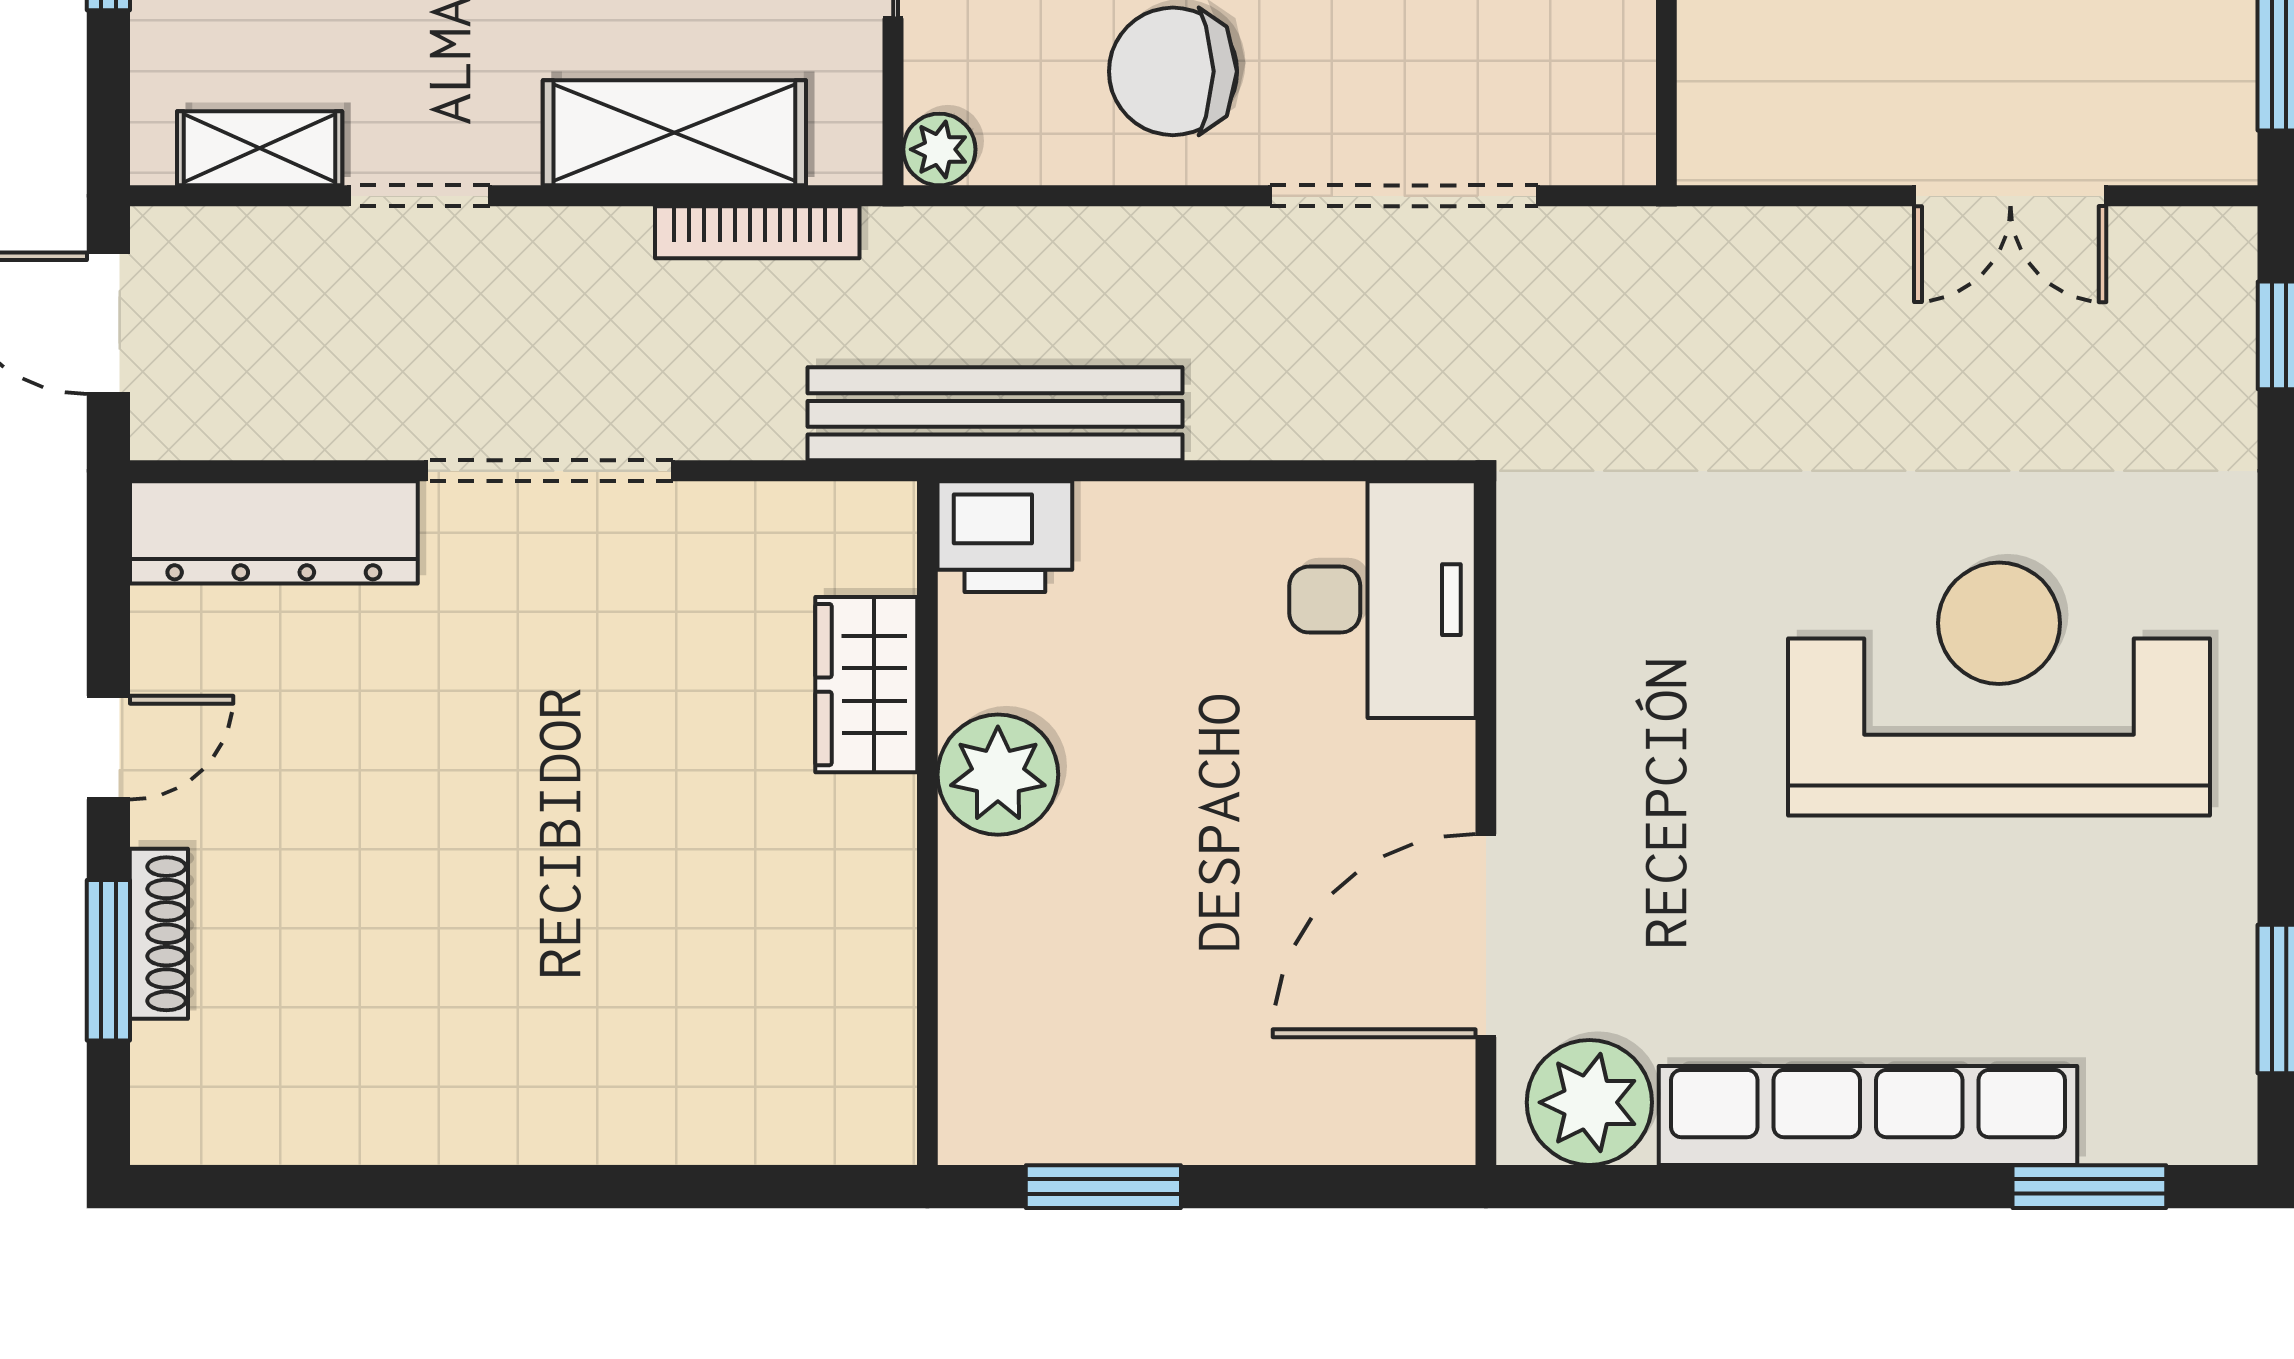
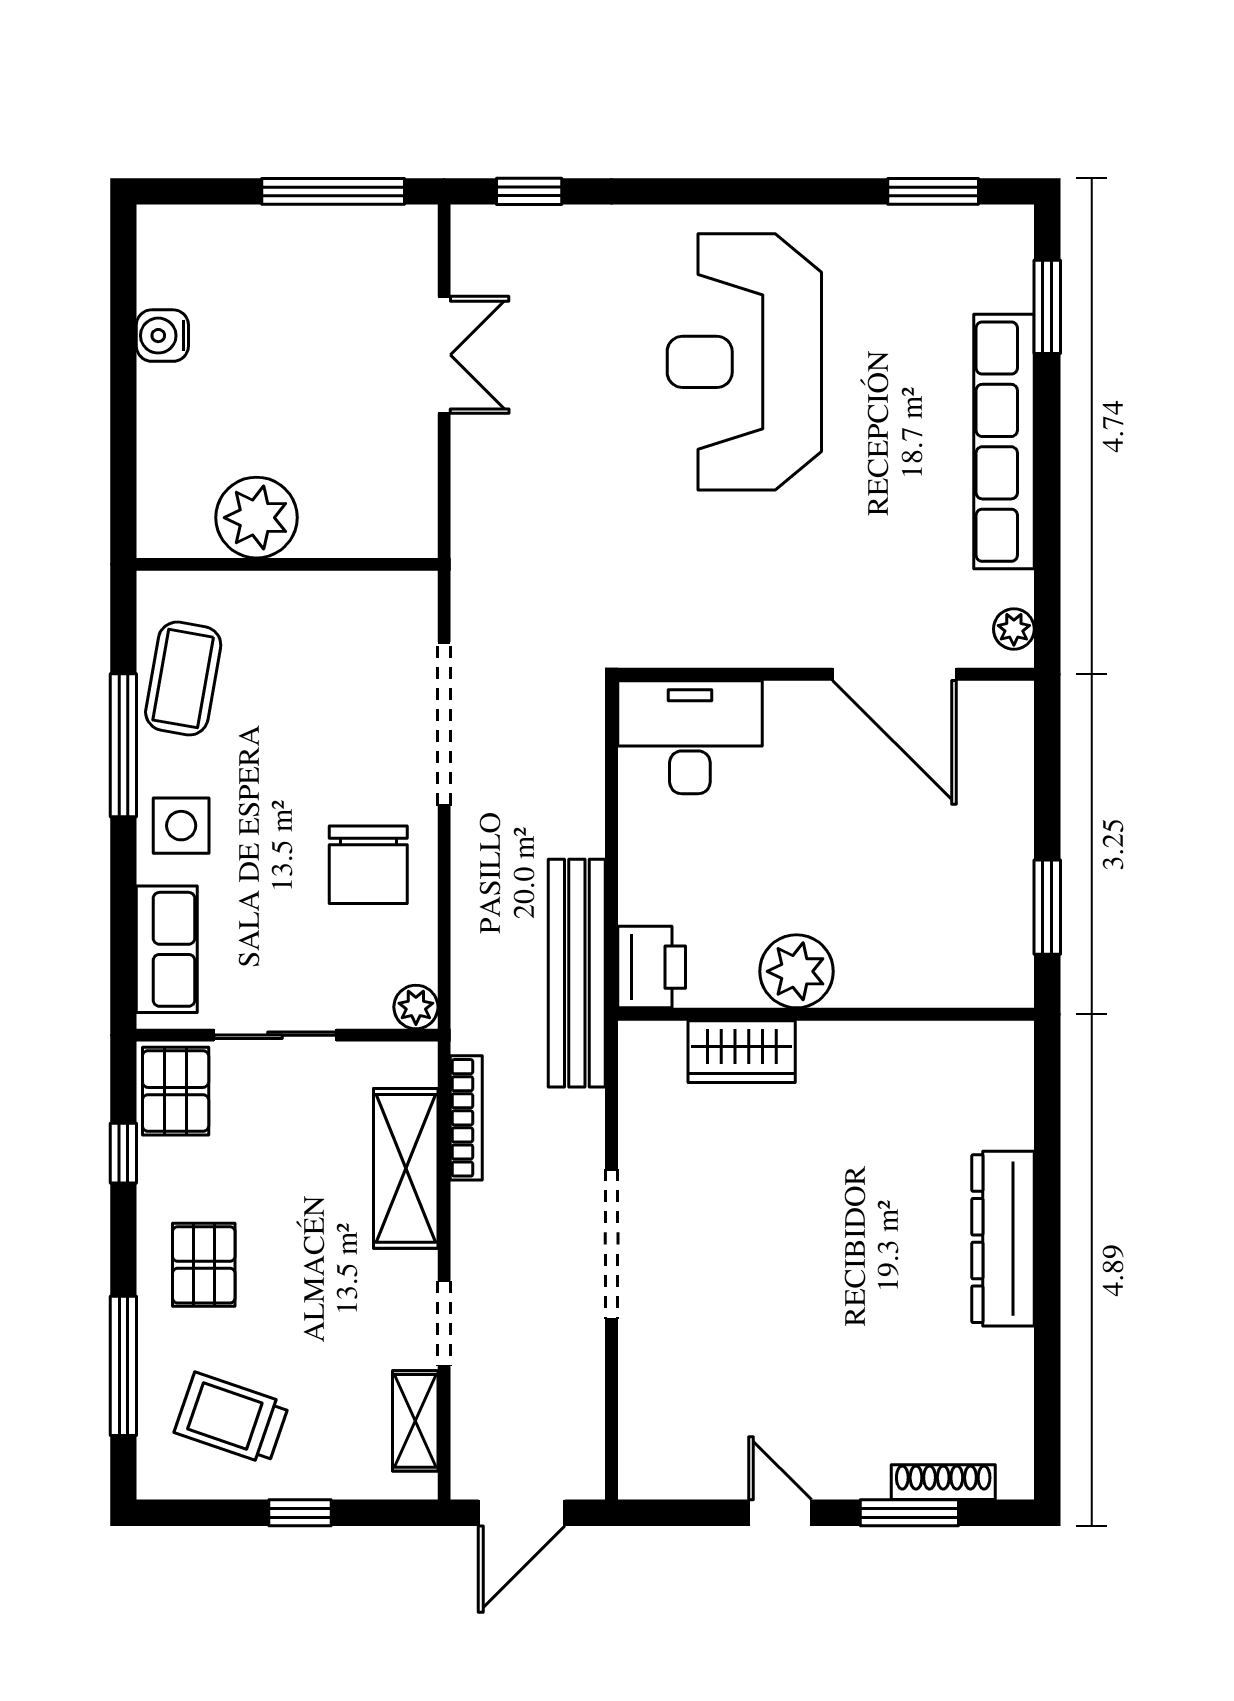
dresser: (274, 532) -> (1003, 1239), moved, turned 180
shoe rack: (159, 934) -> (943, 1482), moved
plant: (1589, 1102) -> (1014, 629), width x0.53, depth x0.53

